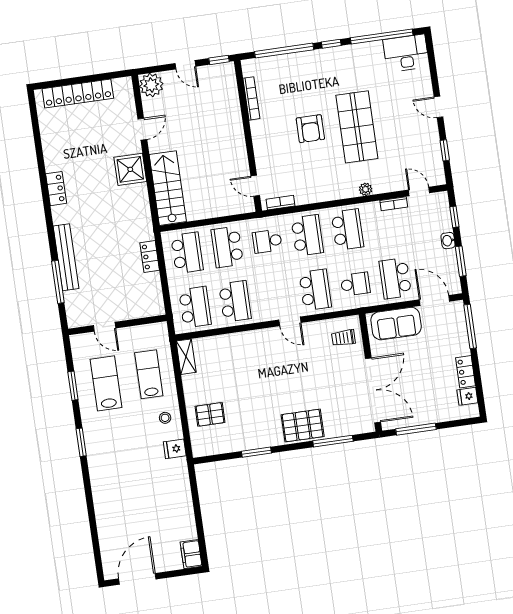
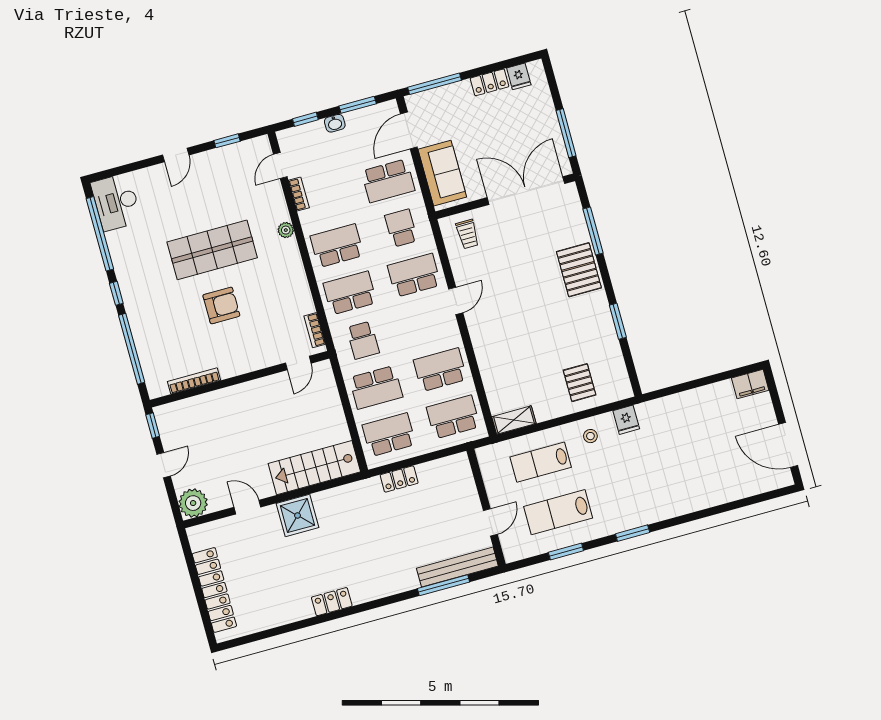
bench: (66, 257) -> (457, 567), moved

